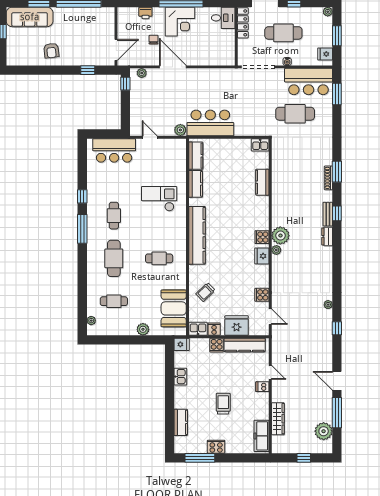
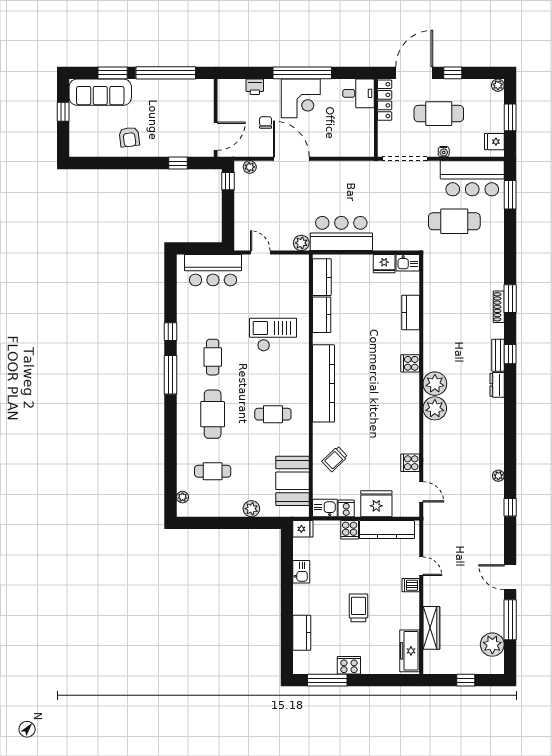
cooker: (262, 237) -> (410, 363), moved
plant: (276, 250) -> (435, 408), width x1.87, depth x1.87
fridge: (262, 256) -> (384, 264), moved, turned -90

